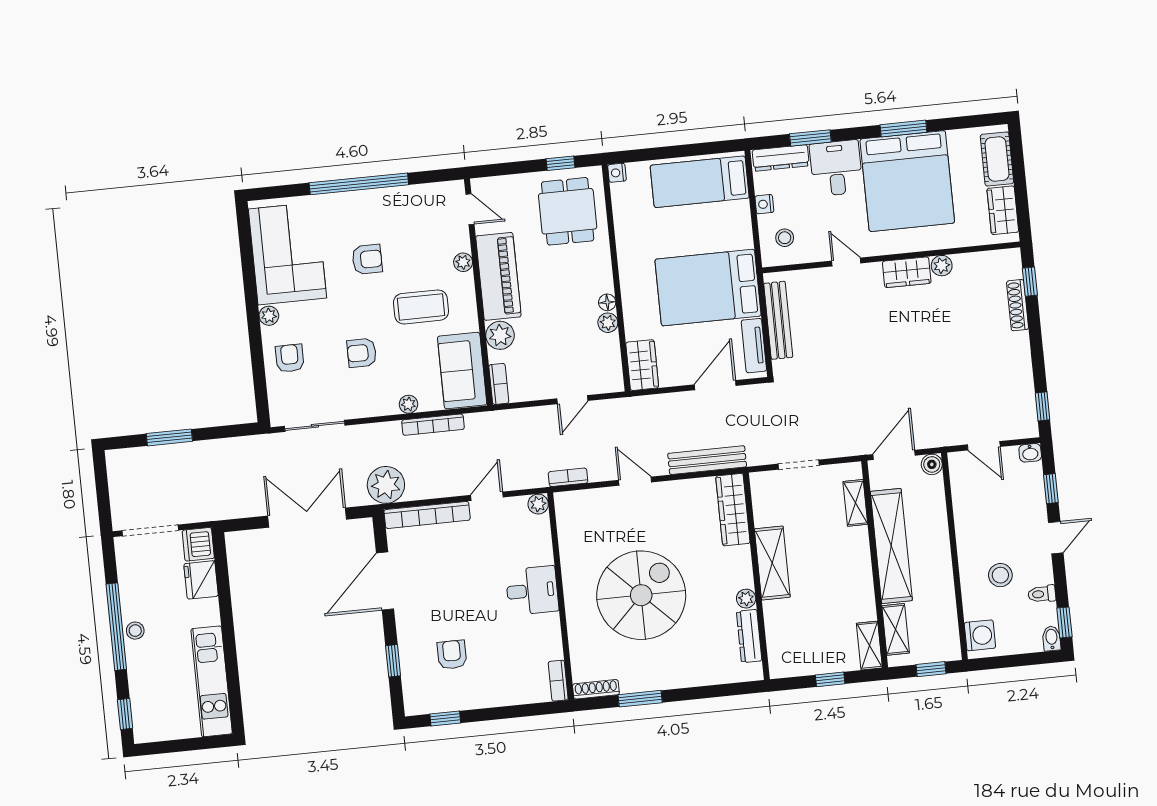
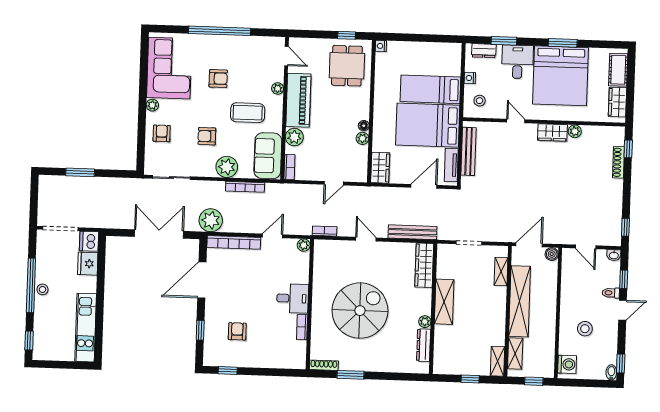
dresser: (781, 158) -> (484, 51), width x0.70
bed: (700, 182) -> (430, 89), moved
plant: (408, 404) -> (227, 167), width x1.87, depth x1.87
toilet: (1042, 594) -> (611, 293), moved
bookcase: (558, 681) -> (302, 327), moved

